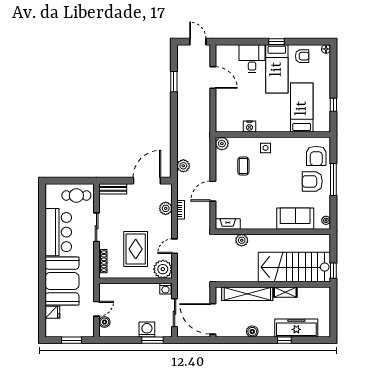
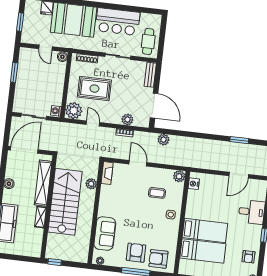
bed: (277, 69) -> (205, 231), moved, turned 180
nightstand: (249, 127) -> (194, 184), moved
stairs: (294, 267) -> (65, 202), moved
boiler: (104, 322) -> (62, 57), moved
washing machine: (147, 330) -> (22, 90), removed
window: (153, 340) -> (14, 72), moved

